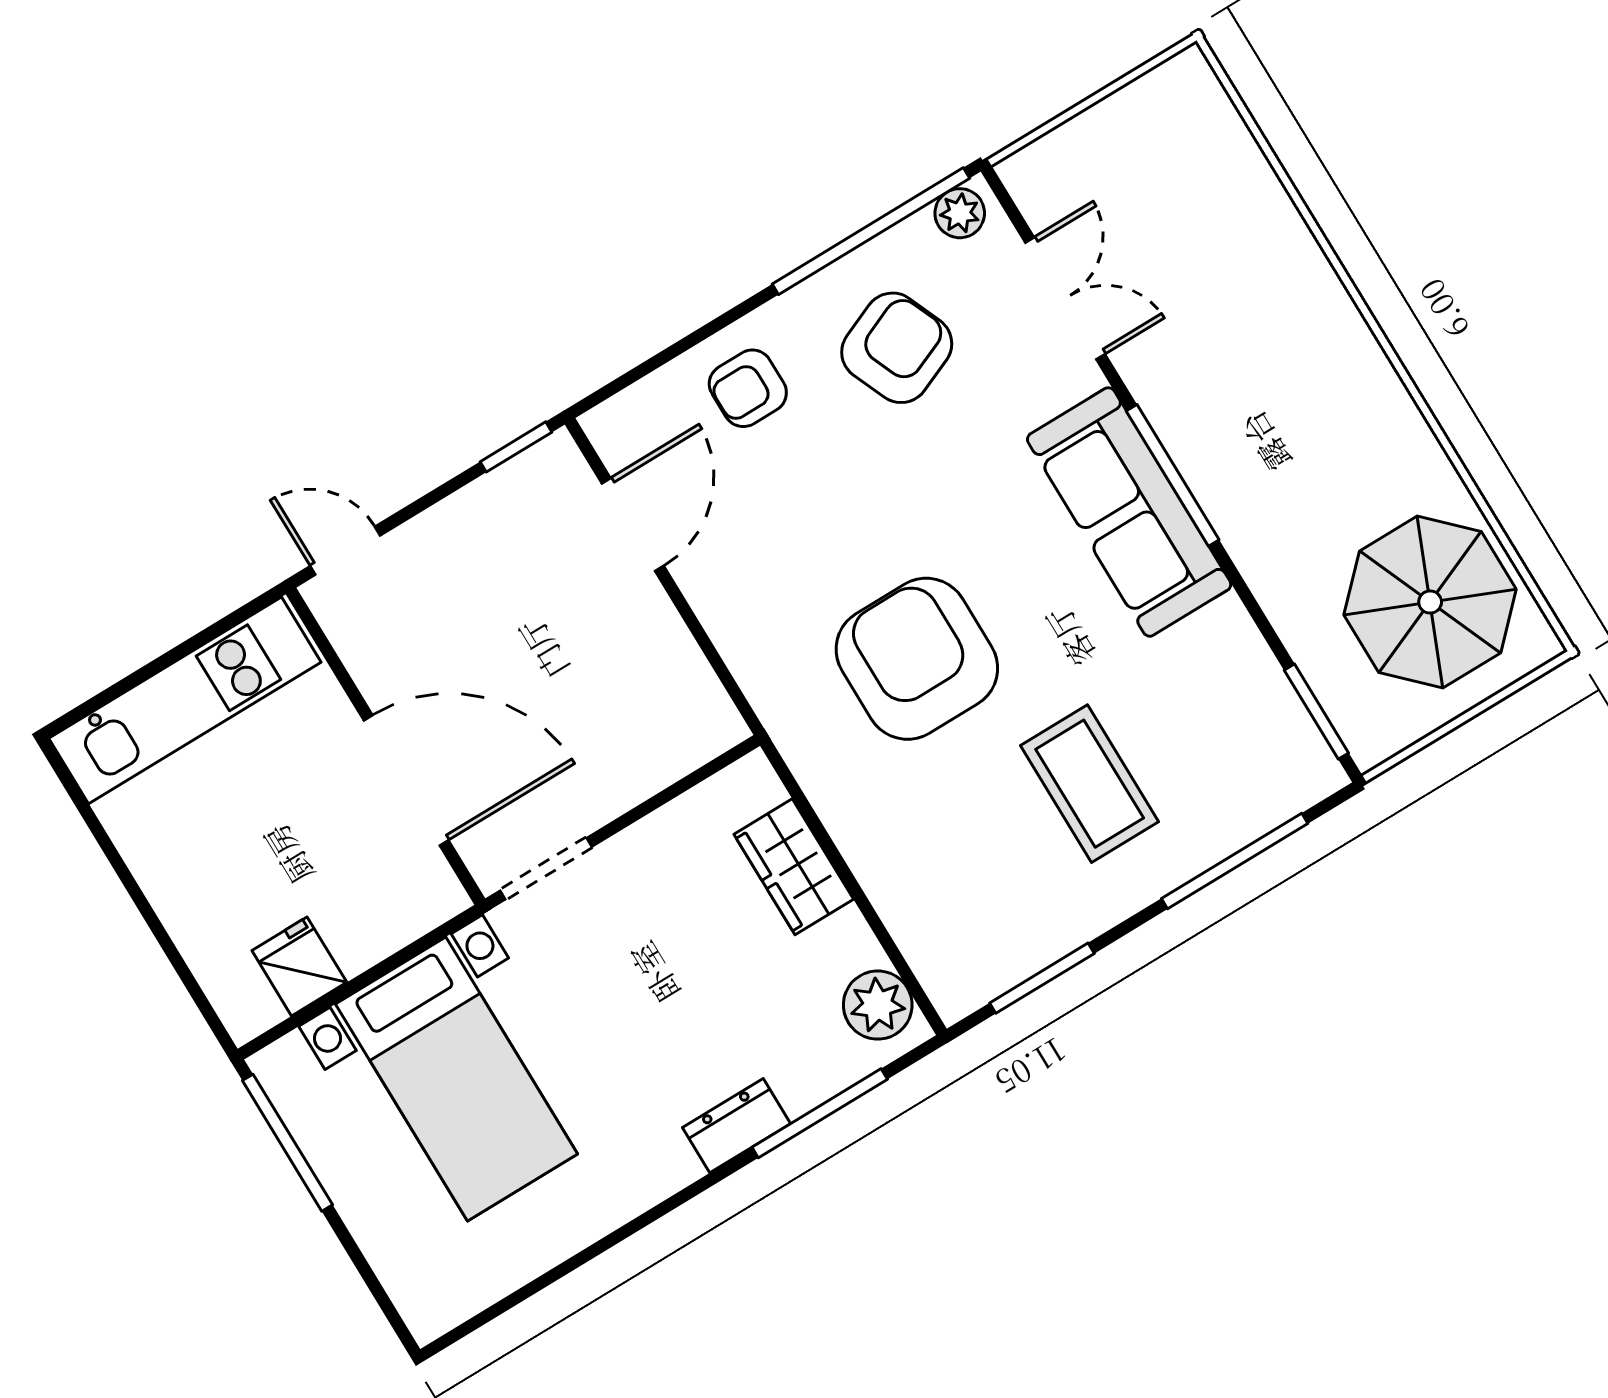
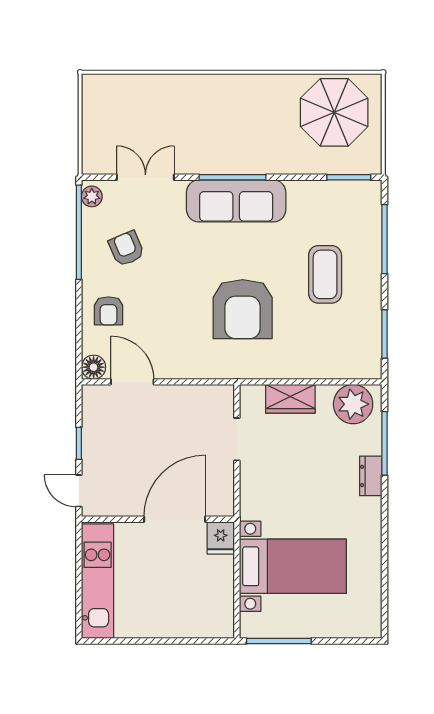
armchair: (897, 348) -> (126, 249), width x0.72, depth x0.72
floor lamp: (615, 428) -> (94, 367), added
window: (516, 447) -> (79, 443), moved
door: (345, 551) -> (79, 491), hinge flipped
armchair: (917, 659) -> (243, 309), turned -90
coffee table: (1090, 784) -> (325, 274), turned 90
doorway: (546, 869) -> (237, 439), moved
fridge: (299, 966) -> (221, 538), moved, turned -90
plant: (878, 1005) -> (353, 404), width x1.36, depth x1.36

